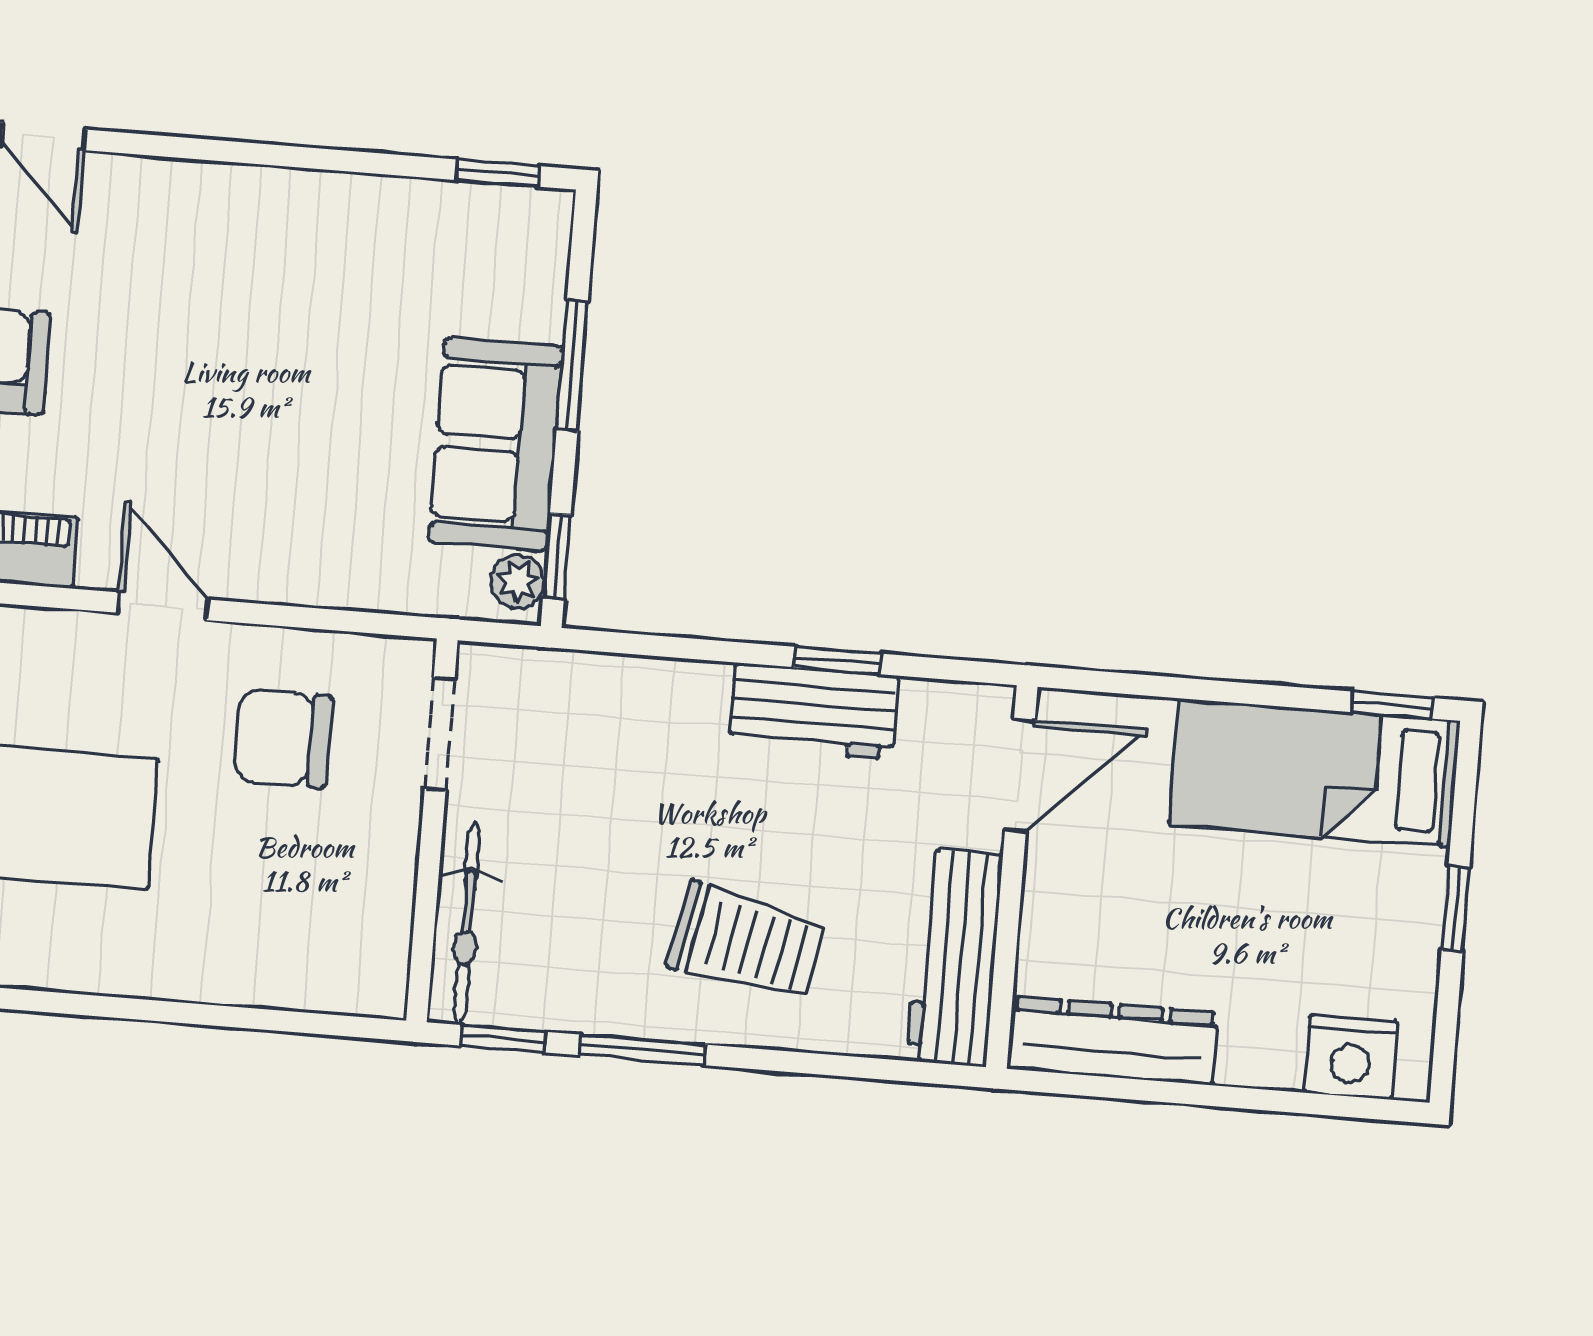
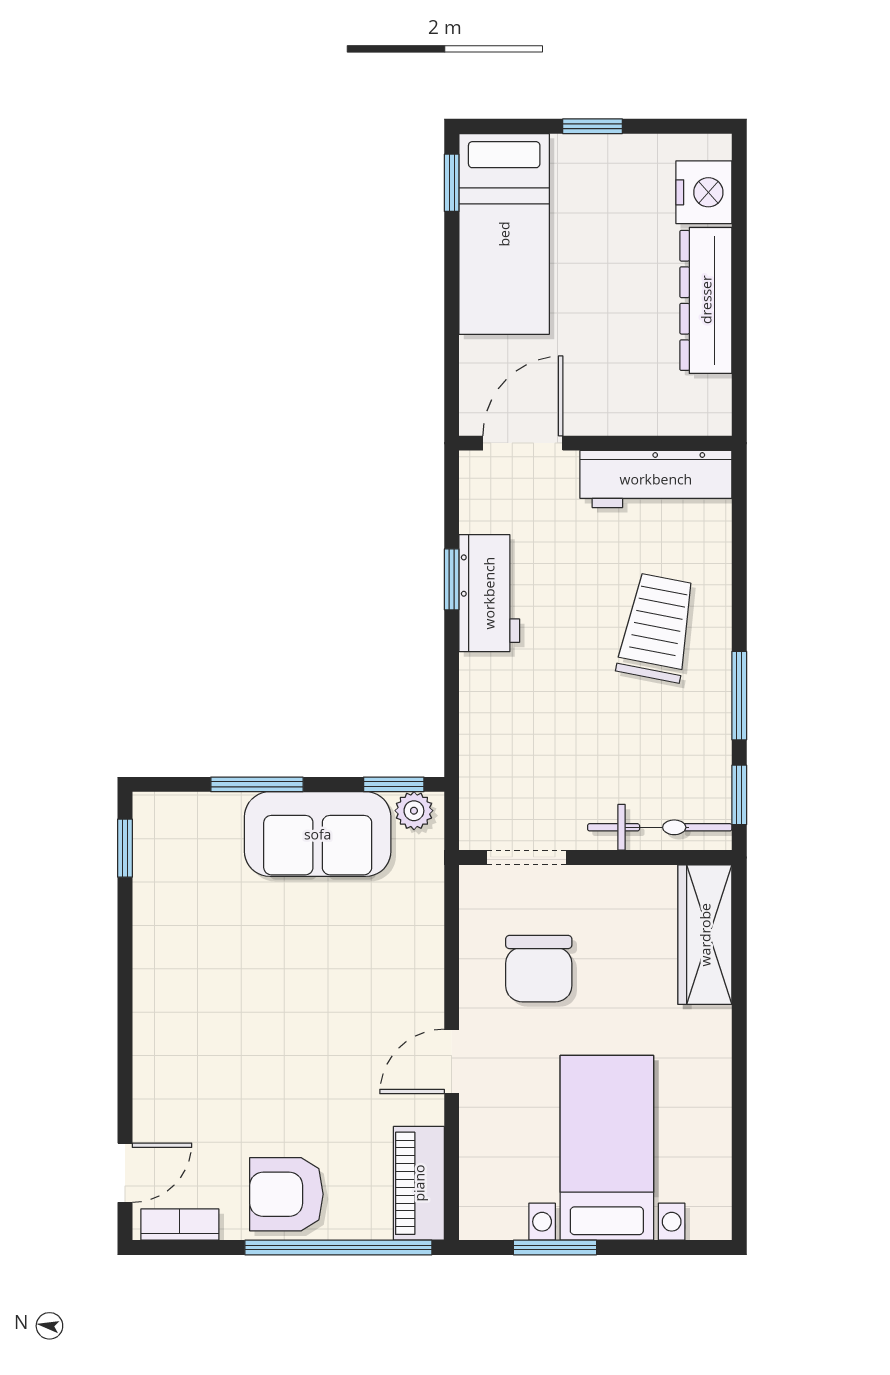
door: (1020, 775) -> (523, 443), hinge flipped
wardrobe: (312, 975) -> (705, 935), added
dresser: (1113, 1041) -> (706, 300), moved

